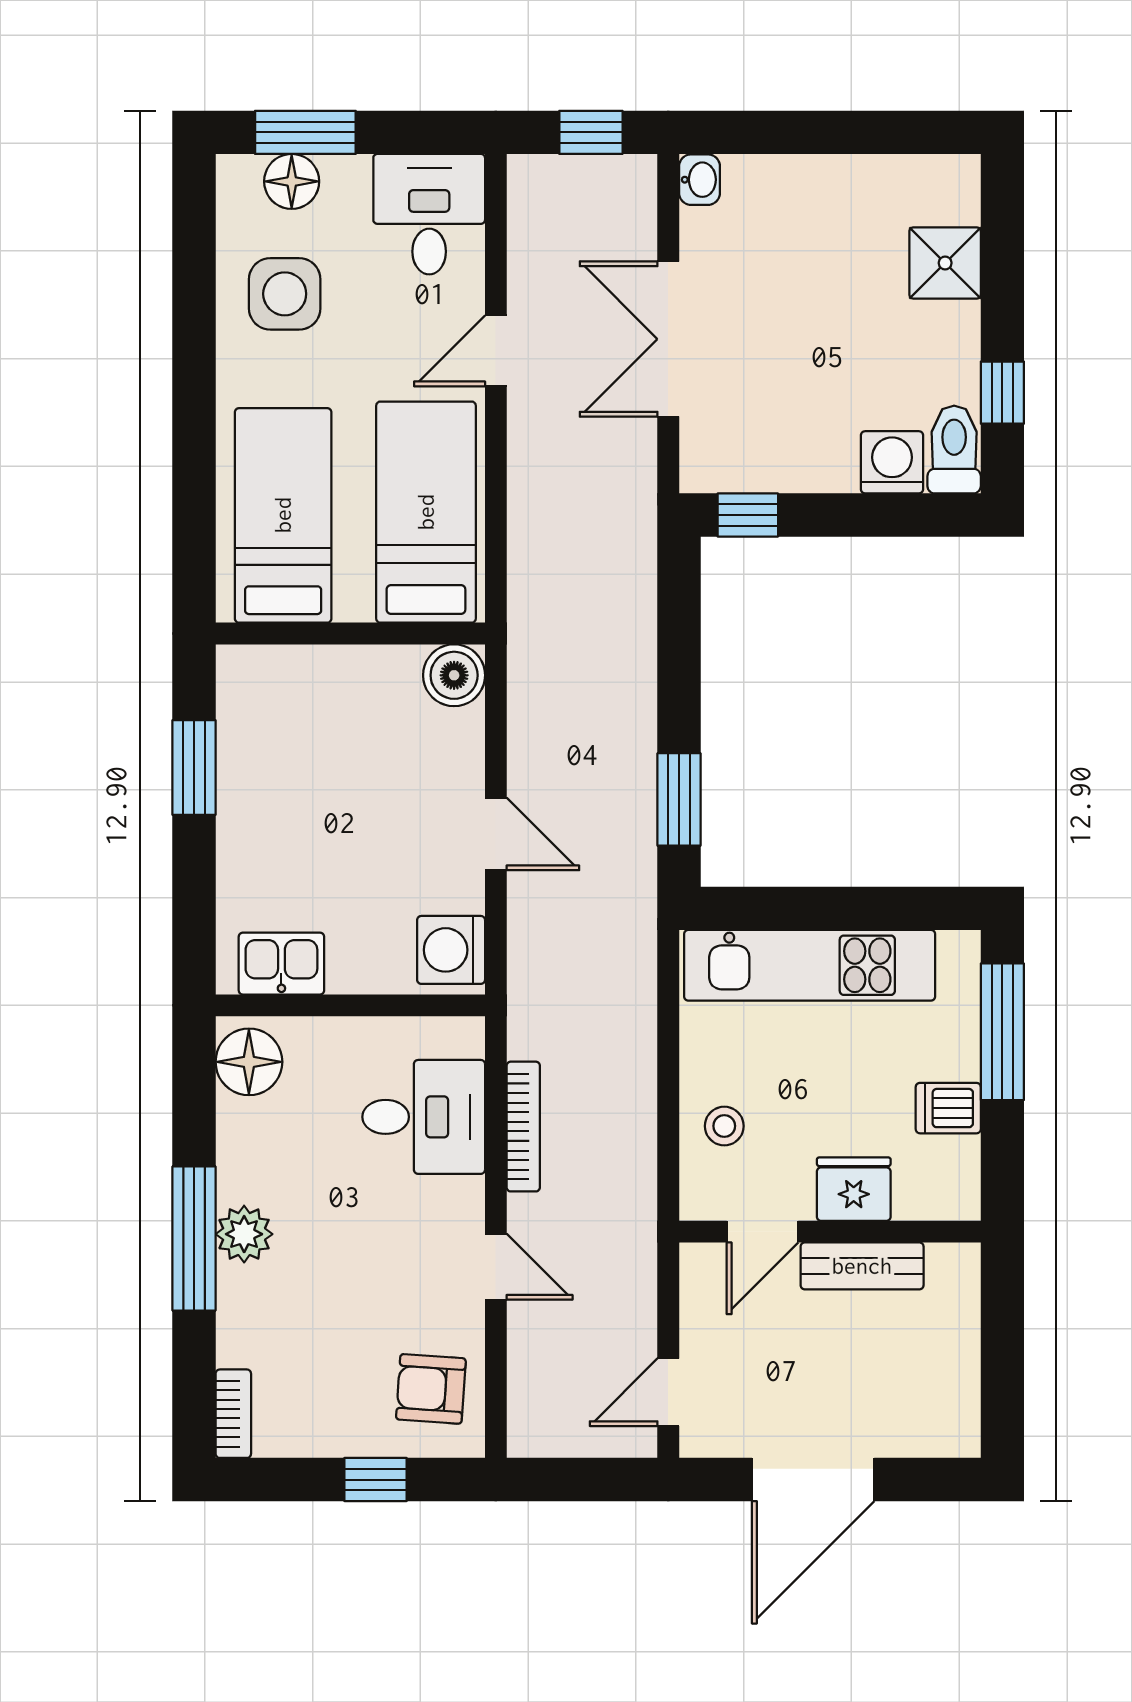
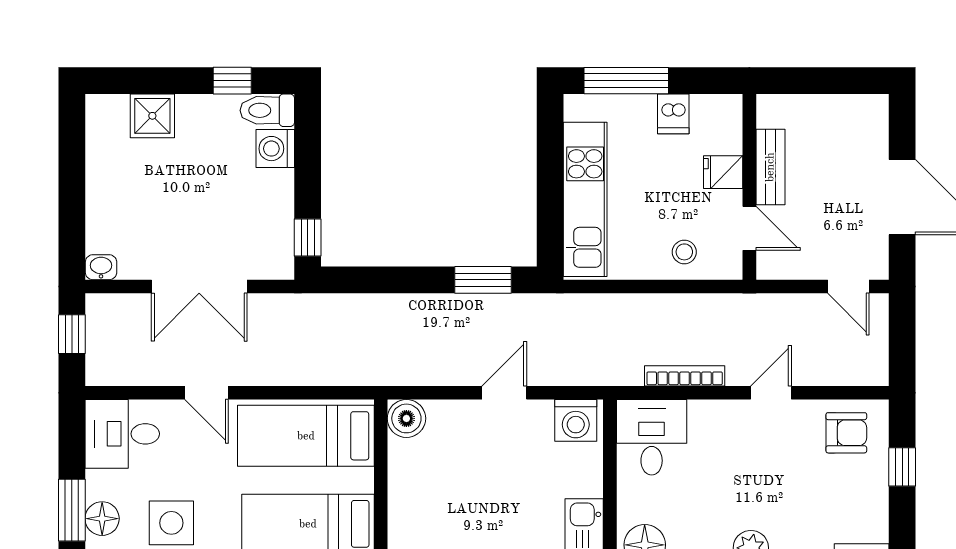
desk: (424, 1117) -> (652, 437), moved
fridge: (854, 1189) -> (723, 172), width x0.72
armchair: (431, 1389) -> (846, 433), turned -94

